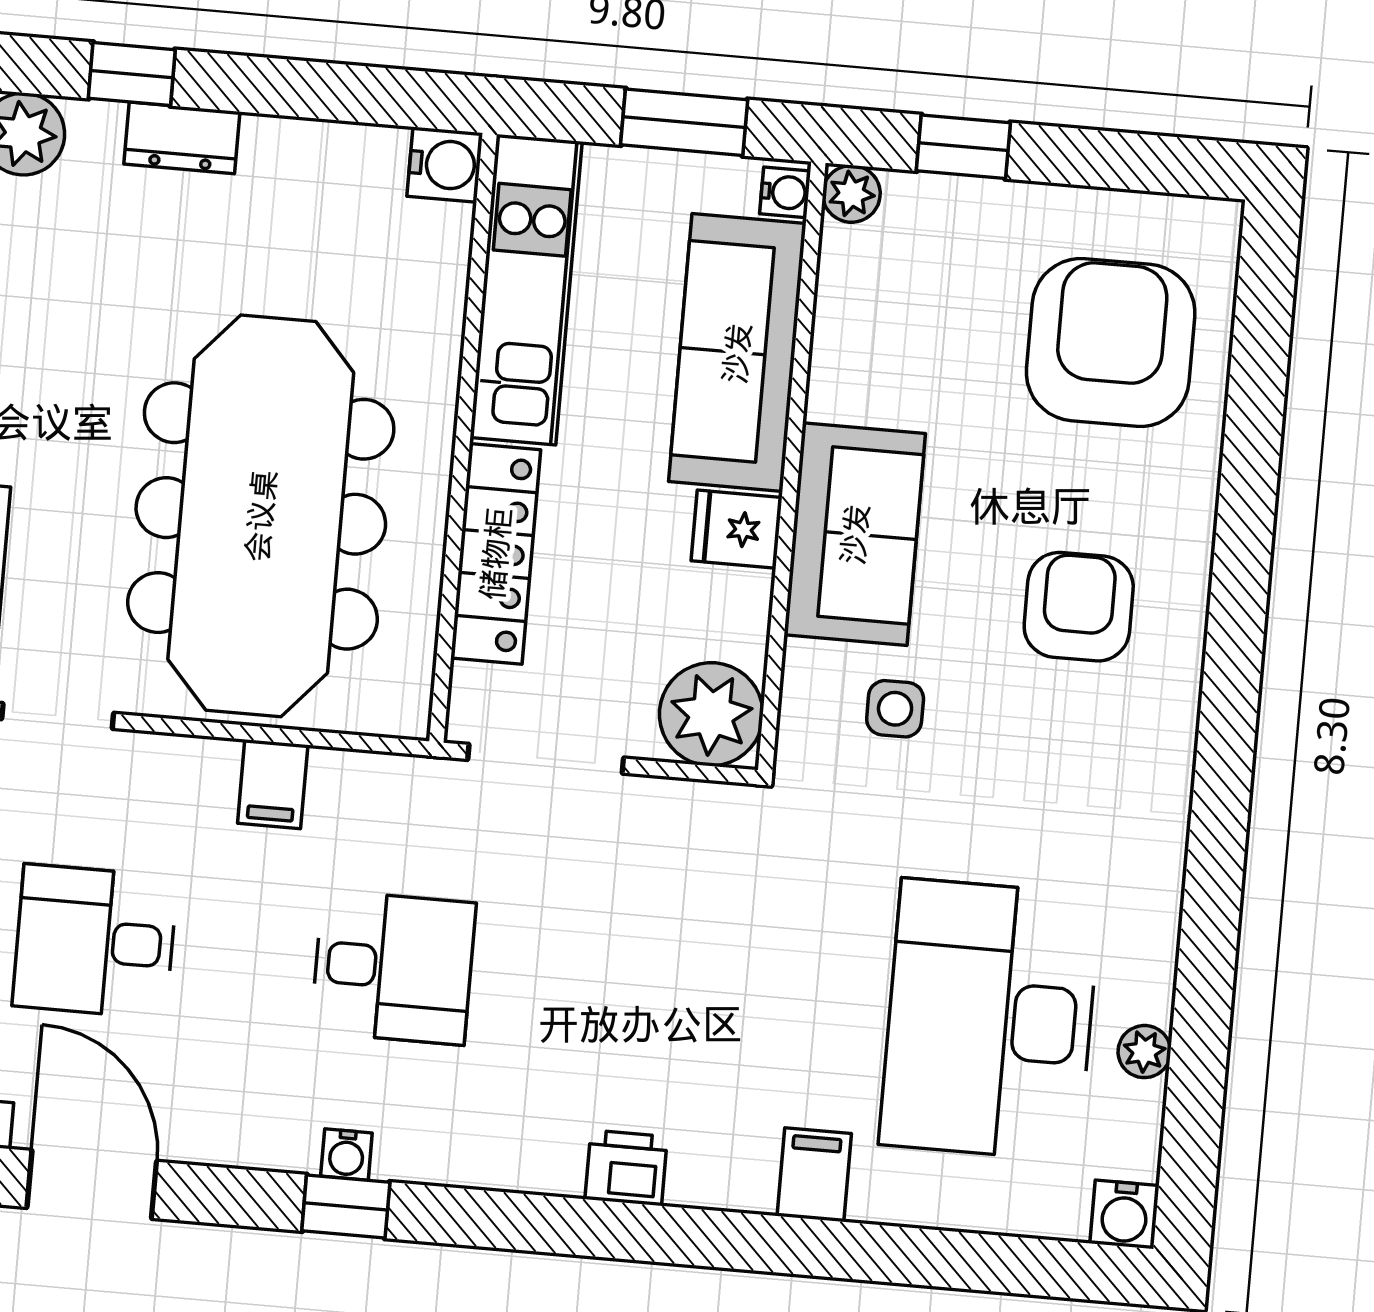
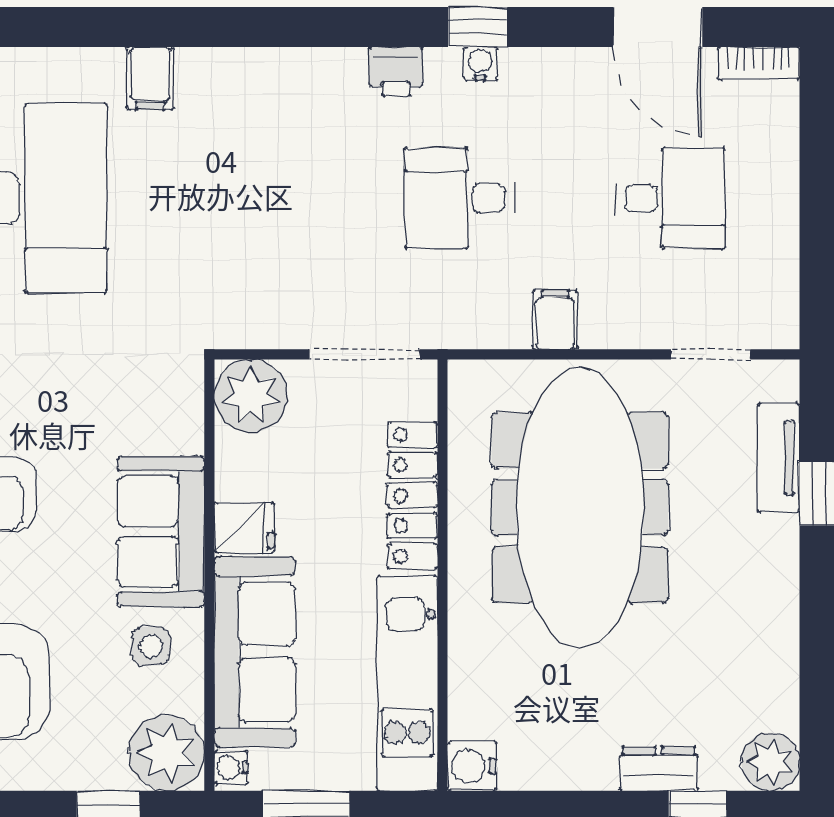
plant: (851, 194) -> (167, 753), width x1.88, depth x1.88
side table: (895, 709) -> (151, 646), moved
printer: (626, 1168) -> (396, 71), moved

